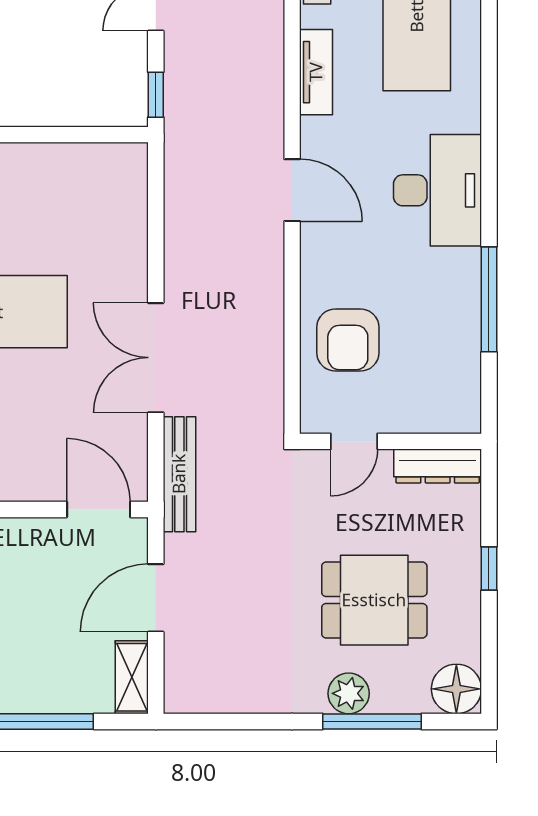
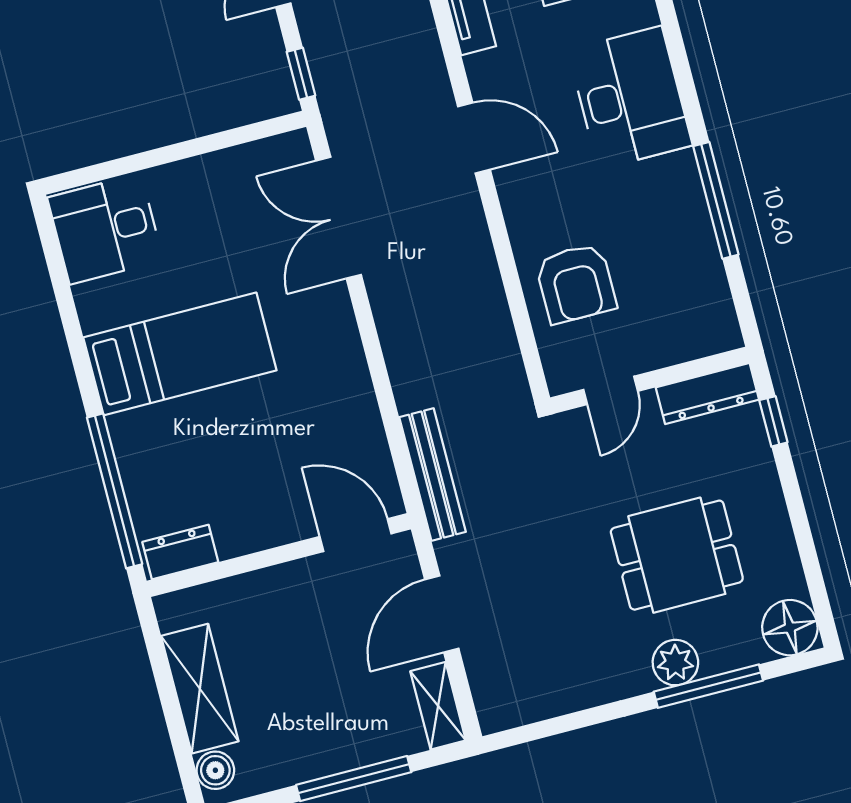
double door: (156, 358) -> (338, 218), moved
window: (489, 568) -> (773, 421), moved

